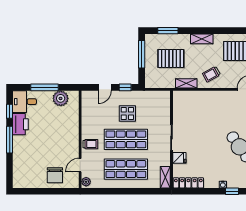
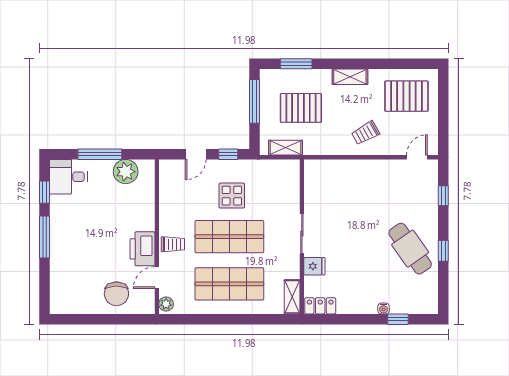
shelving: (186, 83) -> (286, 148), moved
printer: (20, 124) -> (142, 249), moved, turned 180
locker: (188, 183) -> (320, 306), width x0.66

